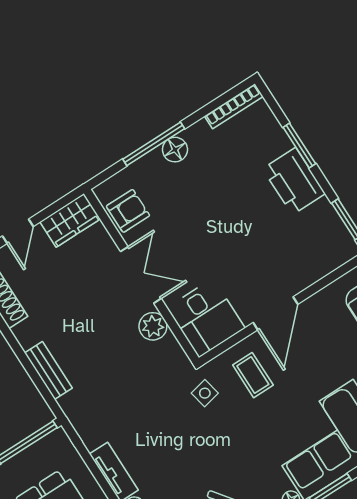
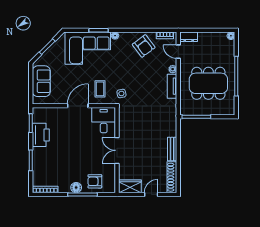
printer: (294, 181) -> (41, 135), moved
armchair: (128, 211) -> (95, 181), moved
plant: (153, 326) -> (125, 129), removed
bench: (48, 371) -> (172, 149), moved

